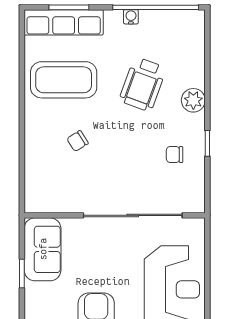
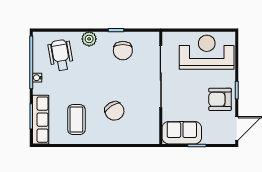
coffee table: (64, 80) -> (76, 120), width x0.73, depth x0.76
wheelchair: (143, 84) -> (61, 55), moved, turned -120
chair: (77, 141) -> (114, 111), width x1.87, depth x1.87
chair: (175, 155) -> (123, 51), width x1.87, depth x1.87

